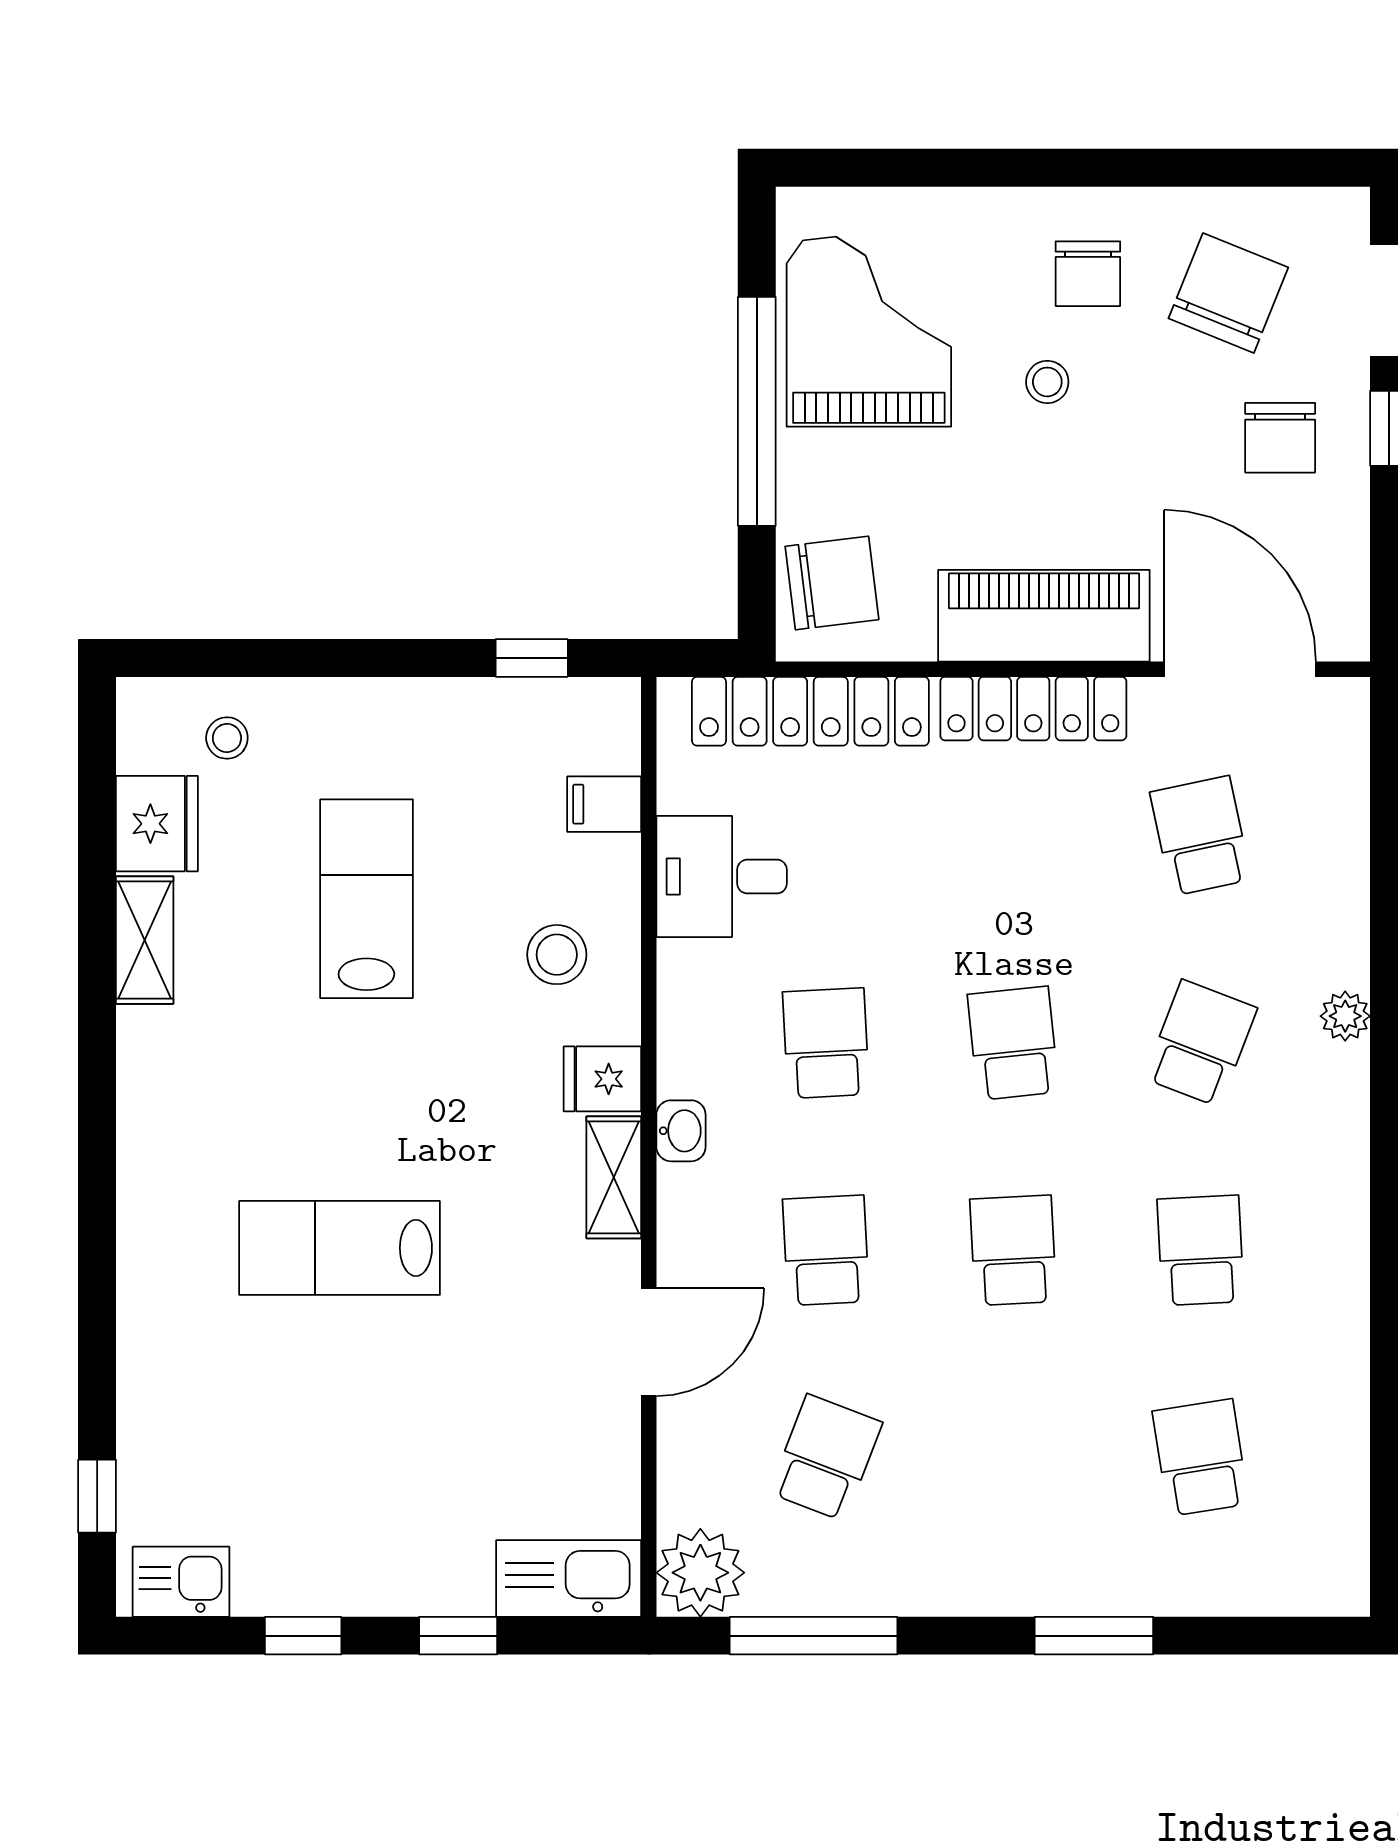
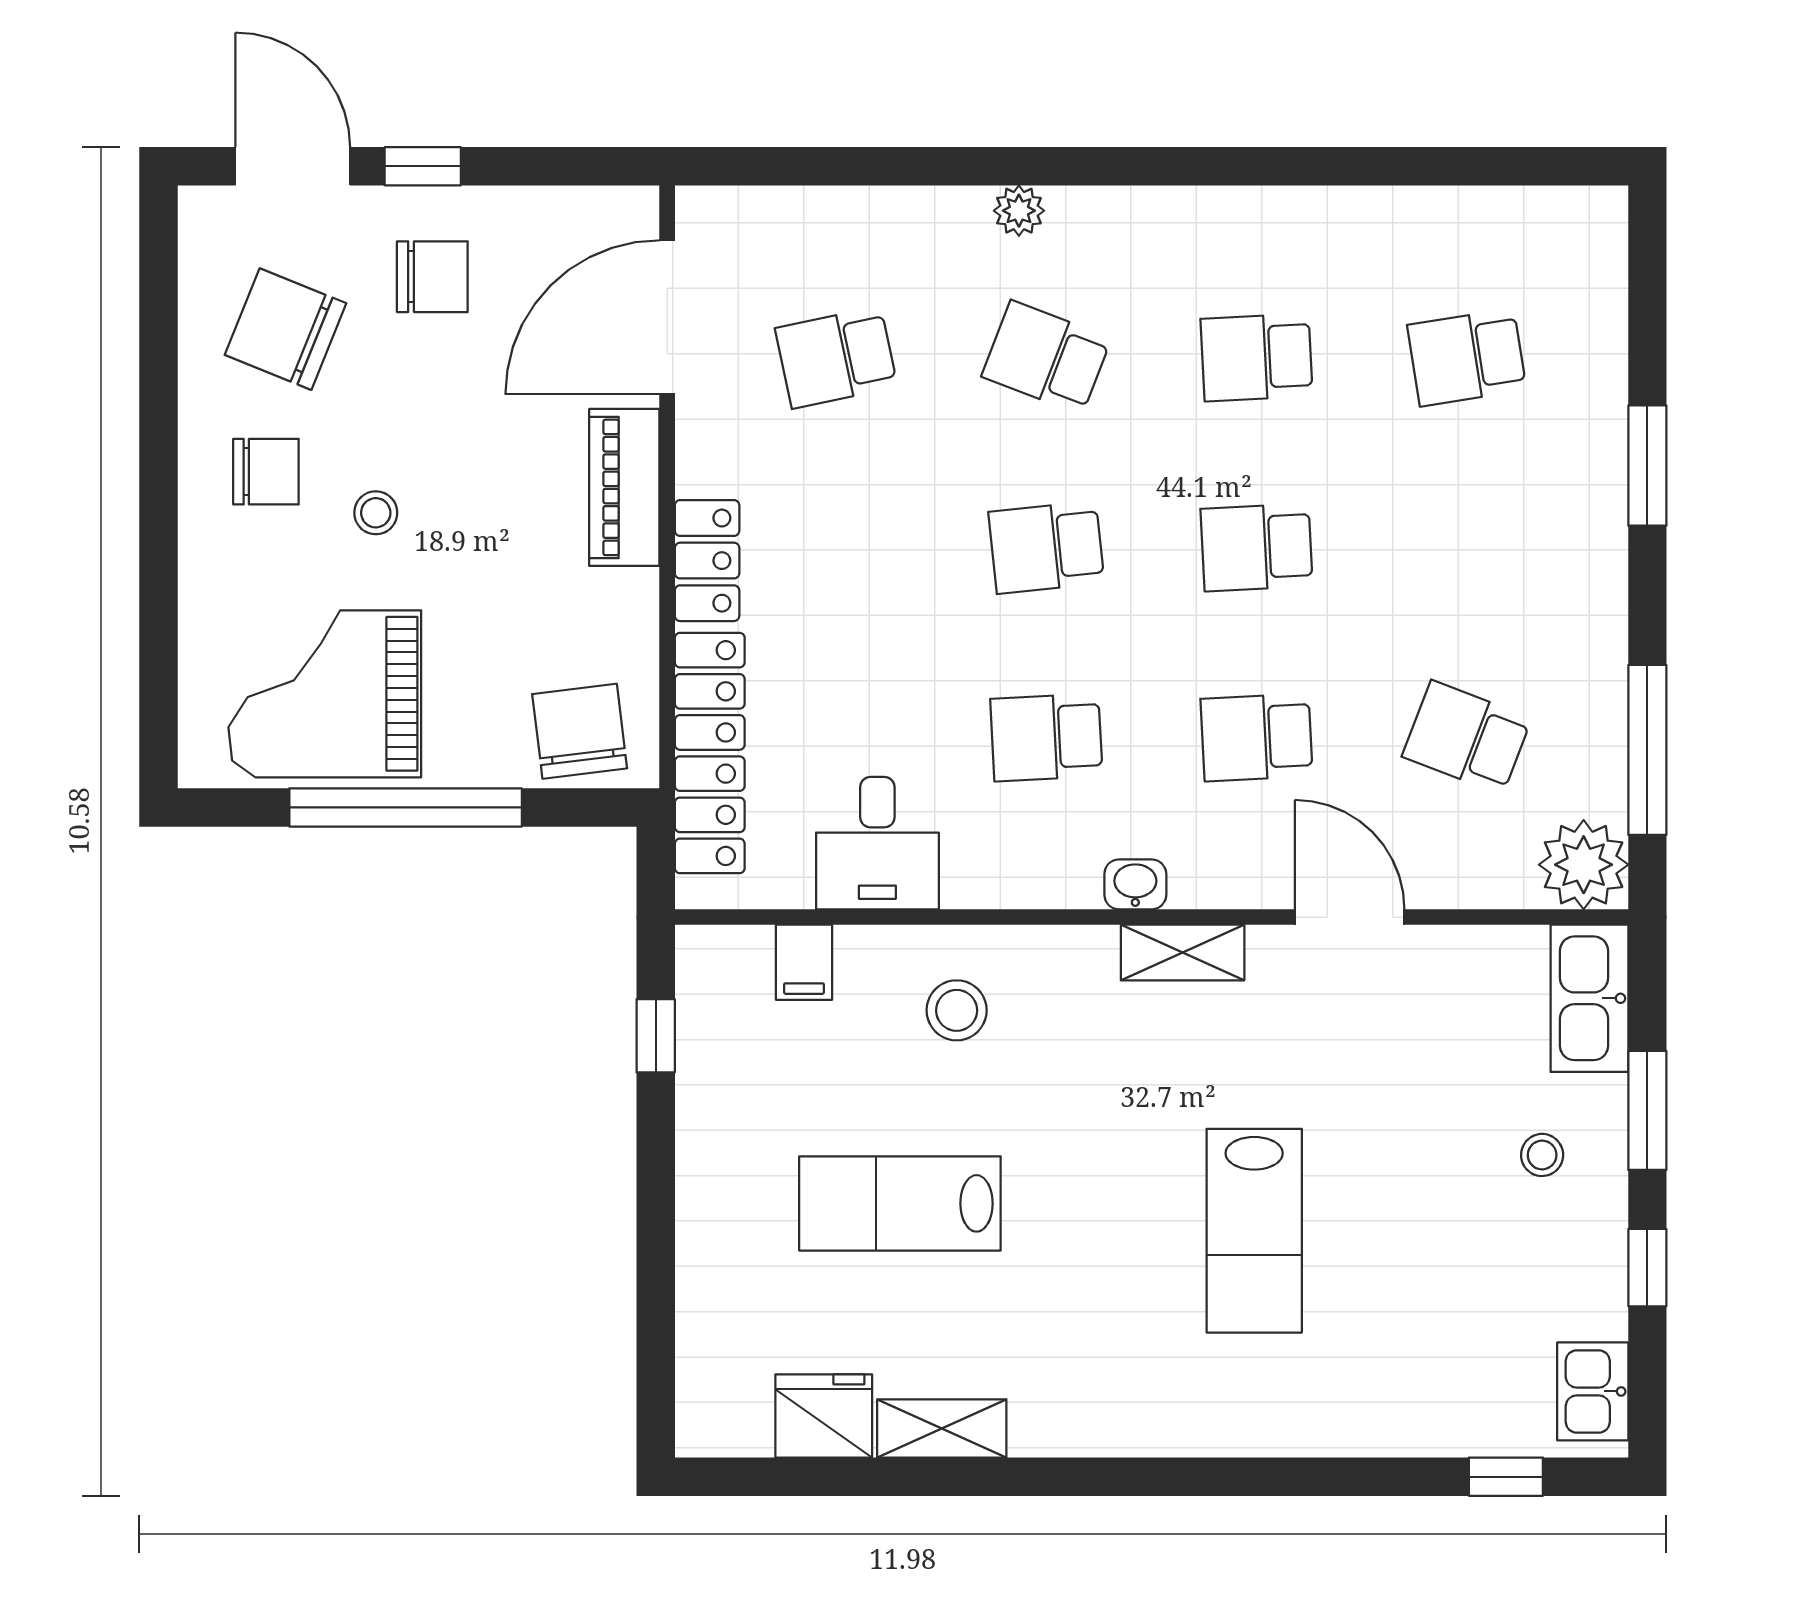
piano: (1044, 616) -> (624, 487), width x0.73, depth x0.75
locker: (1033, 709) -> (707, 561), width x0.66
stool: (227, 738) -> (1542, 1155), moved
fridge: (602, 1079) -> (1083, 964), removed
window: (458, 1636) -> (1647, 1110), width x1.50

